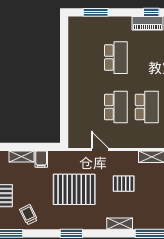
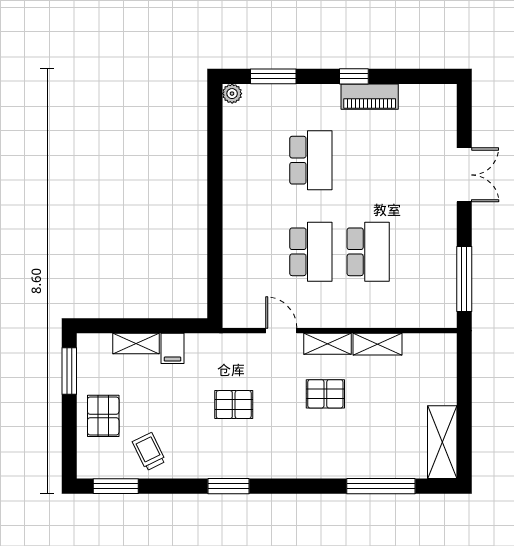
window: (151, 12) -> (354, 76), moved
plant: (73, 22) -> (232, 94), added
pallet: (74, 189) -> (234, 405), width x0.49, depth x0.50
shelving: (120, 224) -> (327, 344), moved

